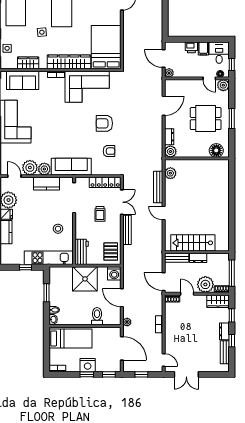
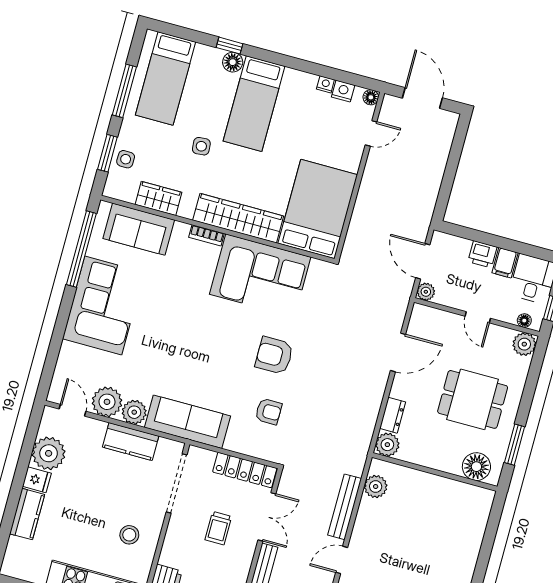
door: (209, 78) -> (478, 317), moved
window: (232, 118) -> (515, 445), moved
door: (164, 213) -> (342, 560), hinge flipped

